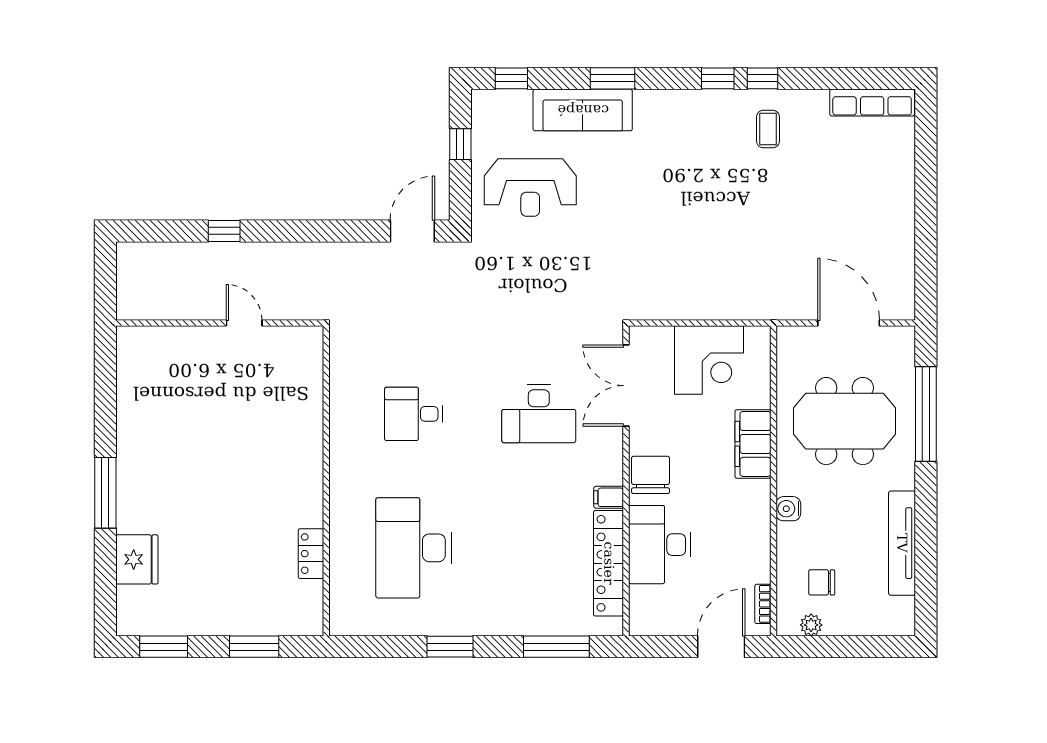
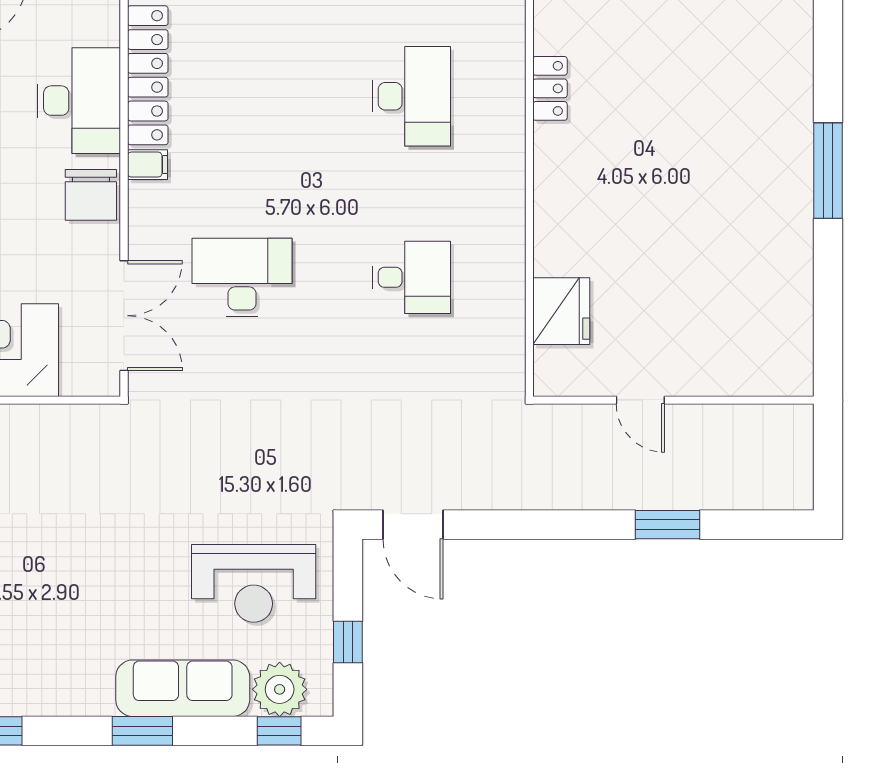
plant: (511, 109) -> (280, 689), added
reception desk: (530, 187) -> (254, 583), turned 180
window: (224, 231) -> (667, 525), width x1.50
door: (412, 231) -> (413, 525), hinge flipped
desk: (414, 548) -> (411, 96), width x0.73, depth x0.77
fridge: (137, 559) -> (561, 311), moved, turned 180

